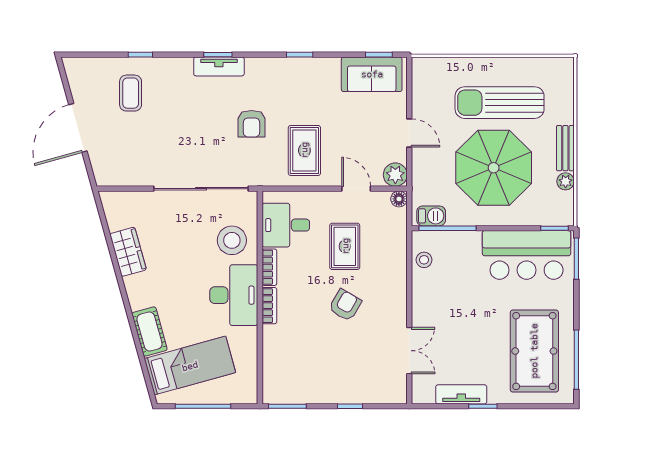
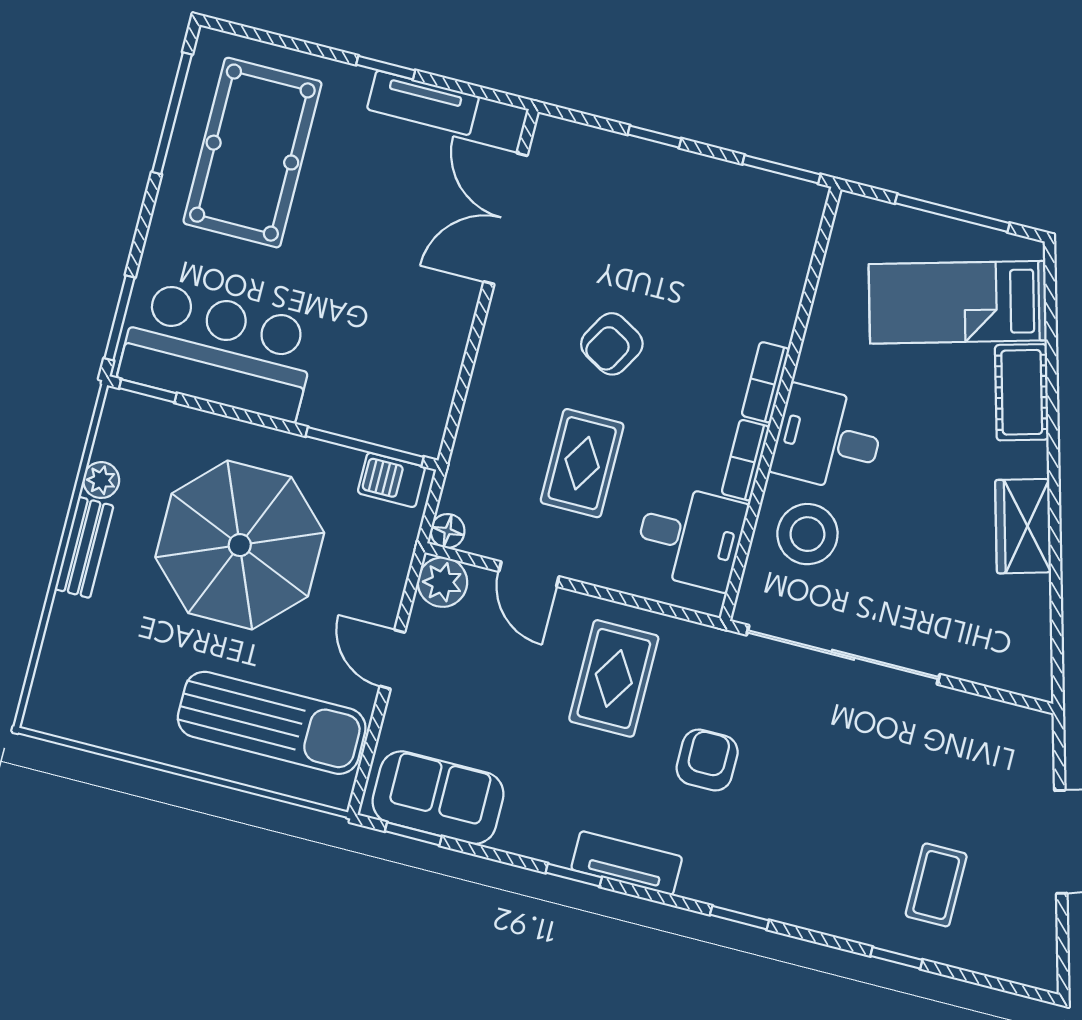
tv unit: (219, 66) -> (627, 863), moved
sun lounger: (500, 103) -> (272, 723), moved
wardrobe: (128, 252) -> (1023, 526), moved
stool: (424, 260) -> (428, 395), removed
desk: (234, 295) -> (828, 439), width x0.73
double door: (409, 351) -> (506, 219), width x1.37

